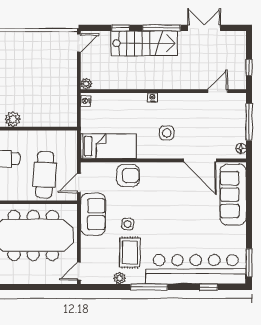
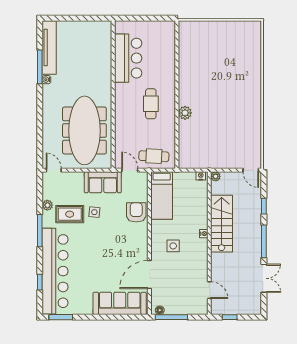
stairs: (144, 43) -> (222, 224), moved, turned 180
window: (249, 122) -> (171, 317), moved
cafe table: (45, 175) -> (154, 156), moved, width x0.73, depth x0.74
armchair: (128, 176) -> (136, 212), turned 180

